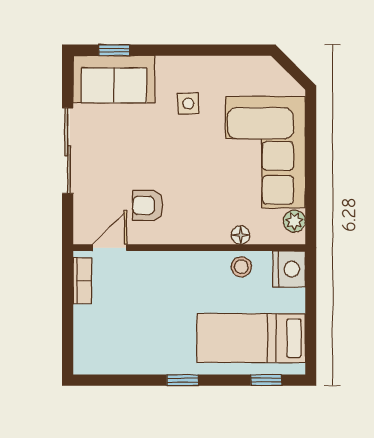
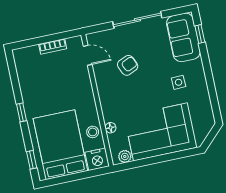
armchair: (148, 205) -> (128, 65), moved, turned 66
bookcase: (82, 281) -> (53, 46), moved
bed: (251, 338) -> (60, 145), width x1.50

